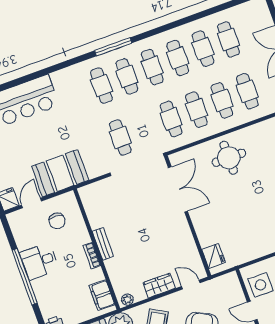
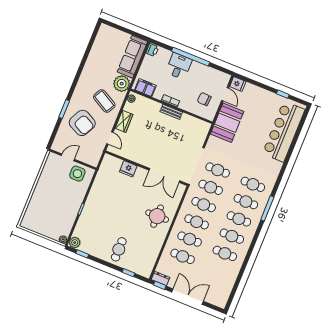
cafe table: (228, 39) -> (211, 187), moved
fridge: (214, 256) -> (128, 169), moved
desk: (39, 261) -> (179, 66), moved
door: (191, 285) -> (110, 138), hinge flipped

